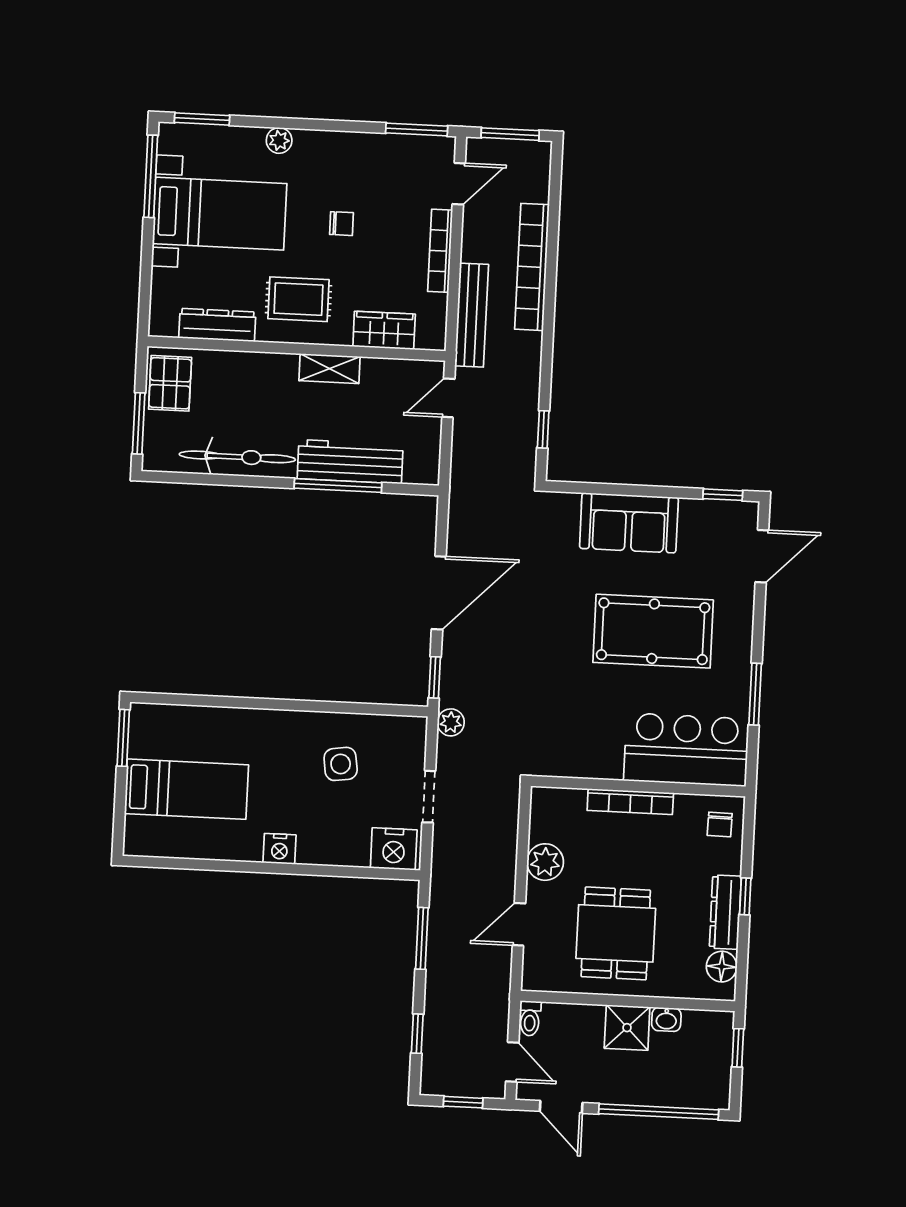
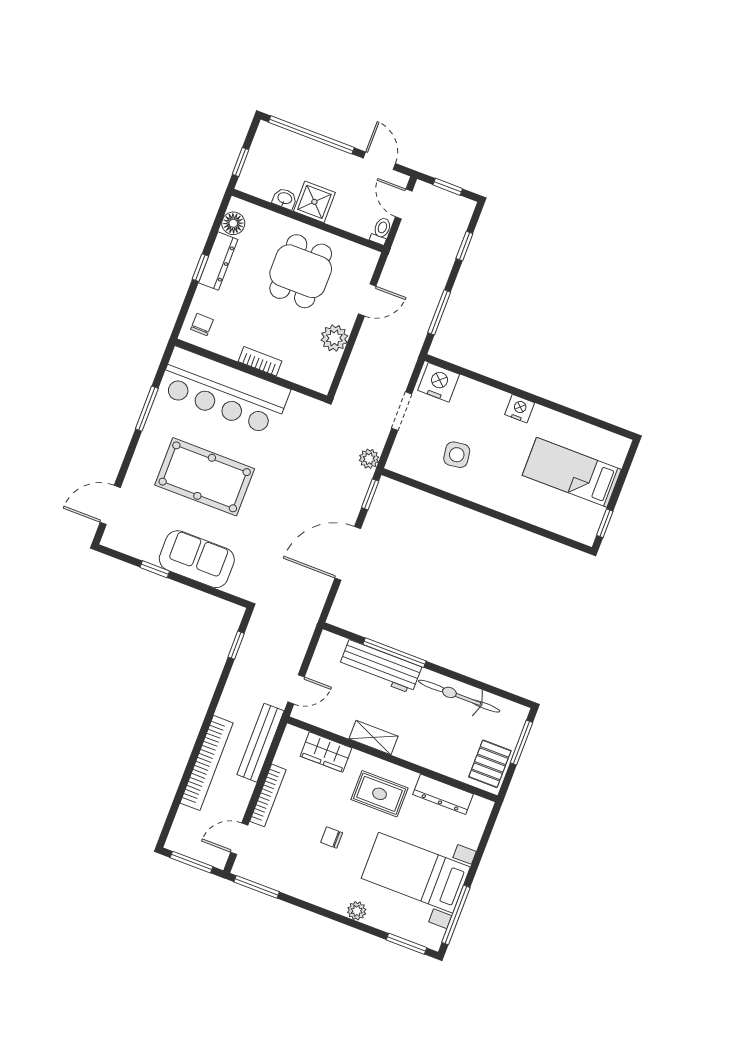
window: (723, 495) -> (155, 569), moved
window: (123, 738) -> (605, 523), width x0.67
bar counter: (686, 750) -> (224, 391), width x1.36
bookcase: (630, 802) -> (260, 361), width x0.64

